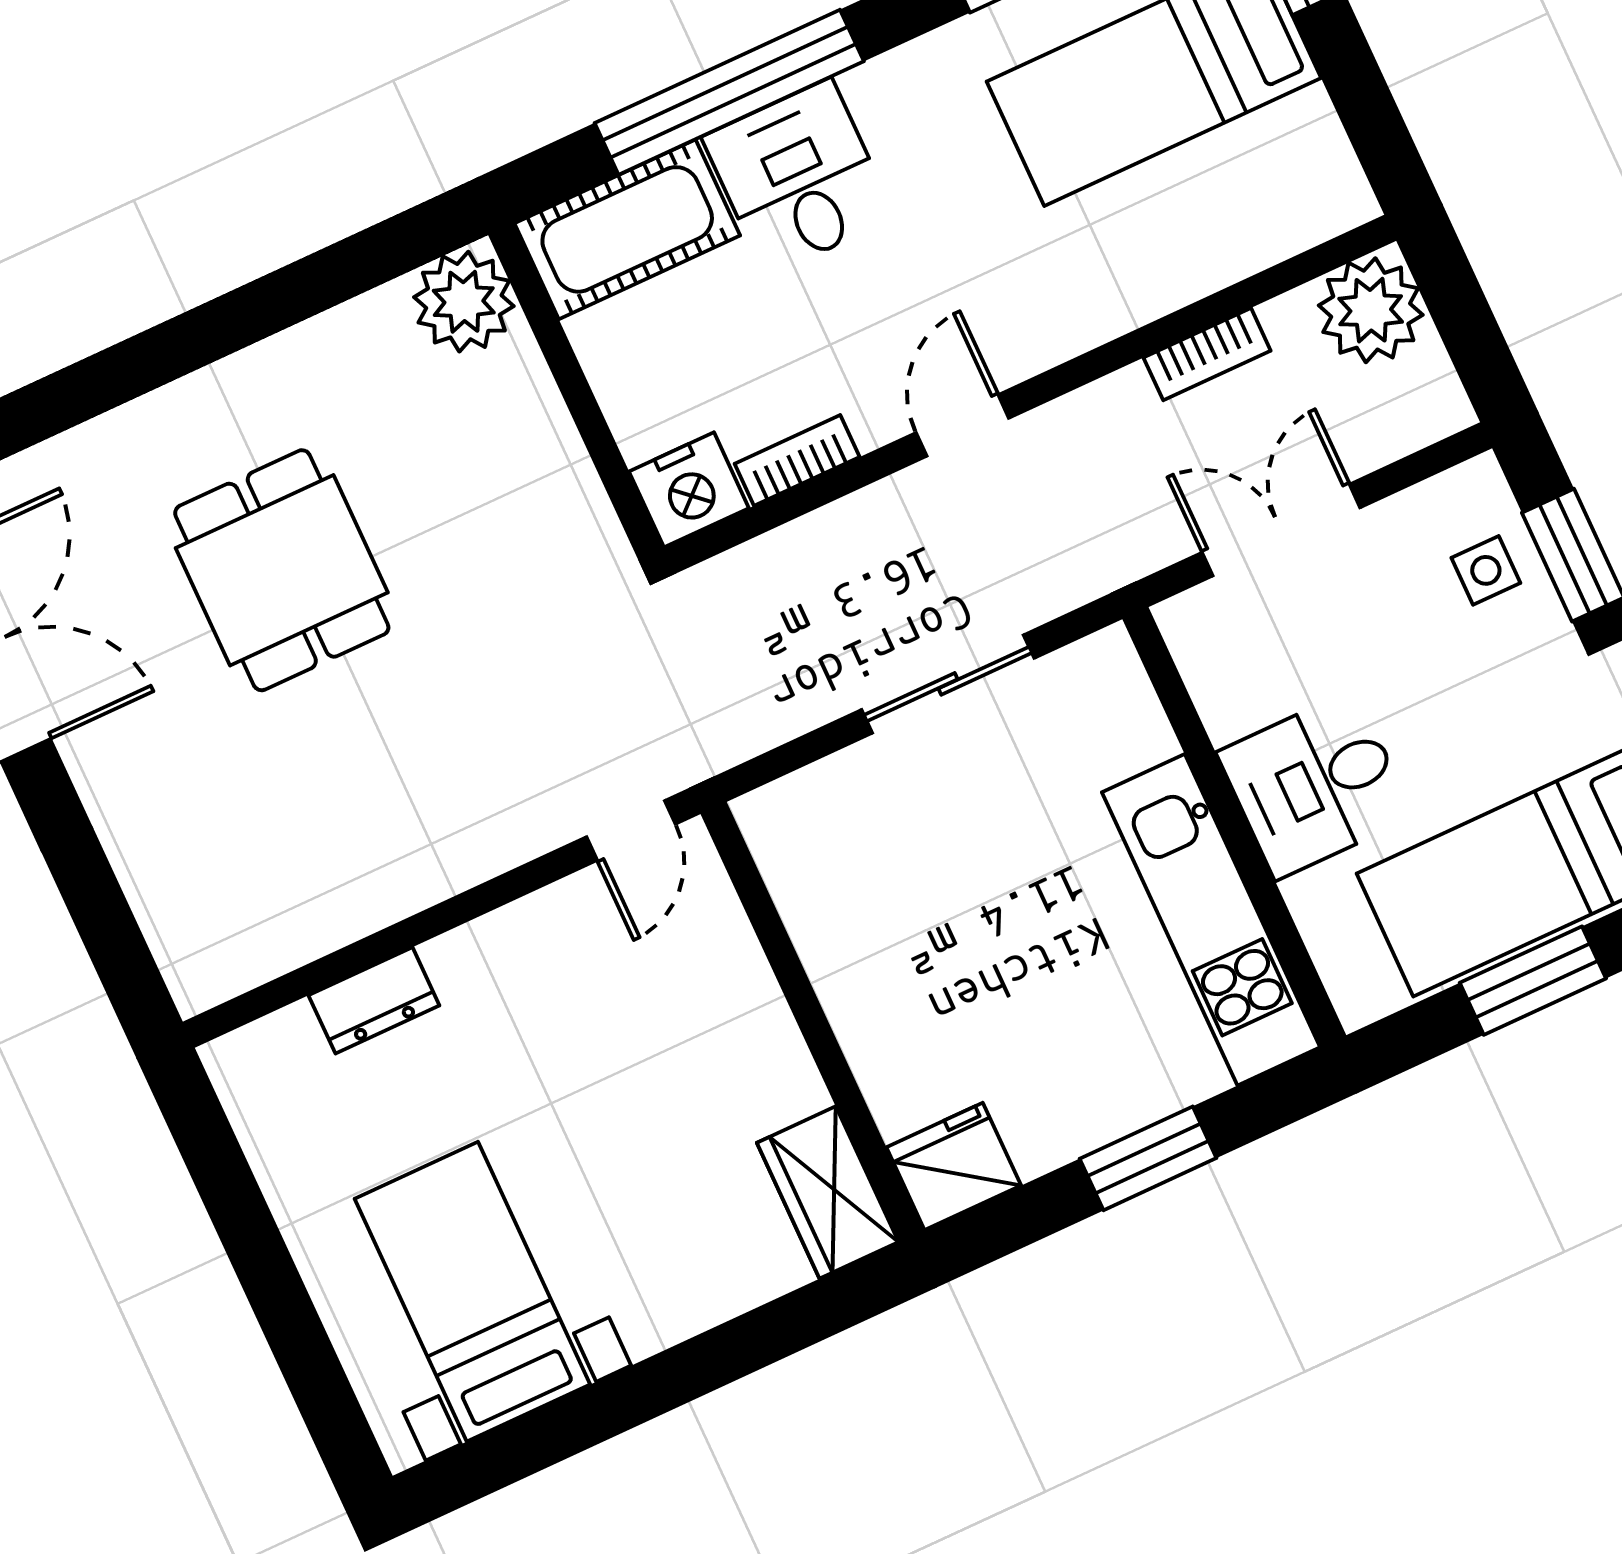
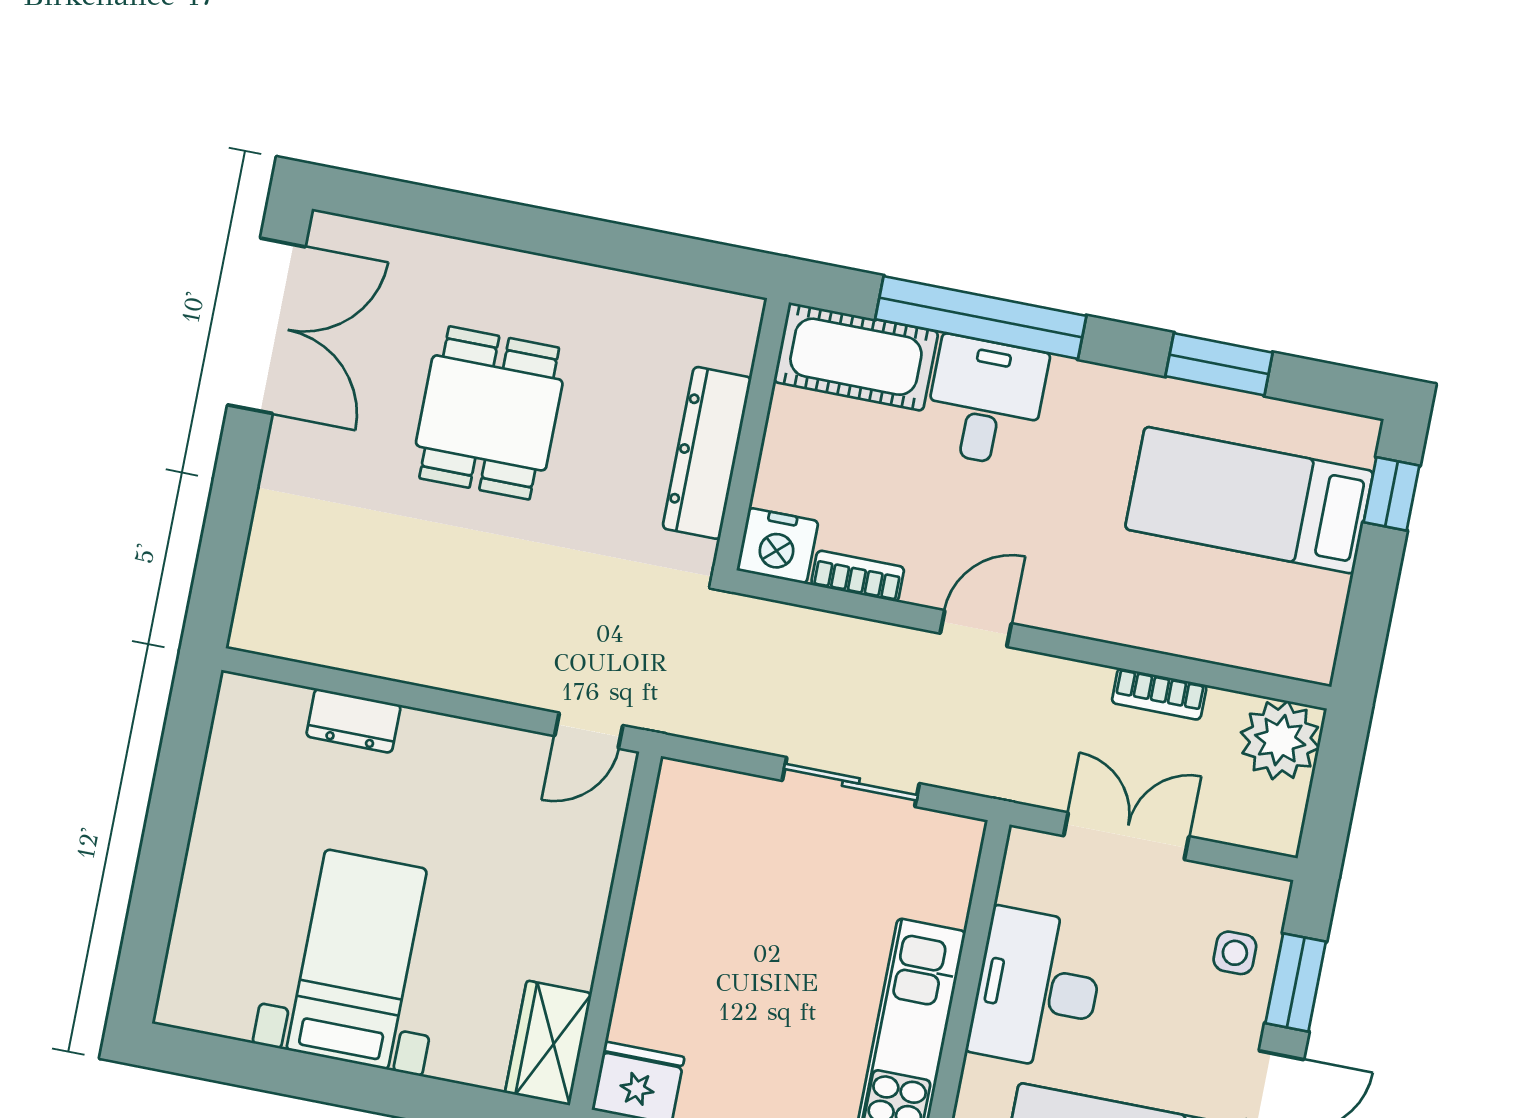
plant: (464, 302) -> (722, 328), removed
dresser: (543, 446) -> (707, 453), added
desk: (1315, 785) -> (1037, 989), width x1.37
bed with nightstands: (472, 1292) -> (357, 959), moved

